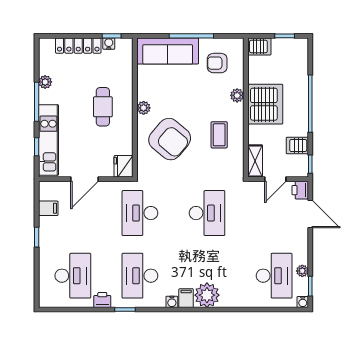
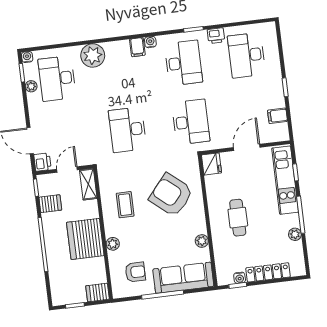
plant: (144, 108) -> (202, 241), moved
plant: (207, 295) -> (93, 55), moved

